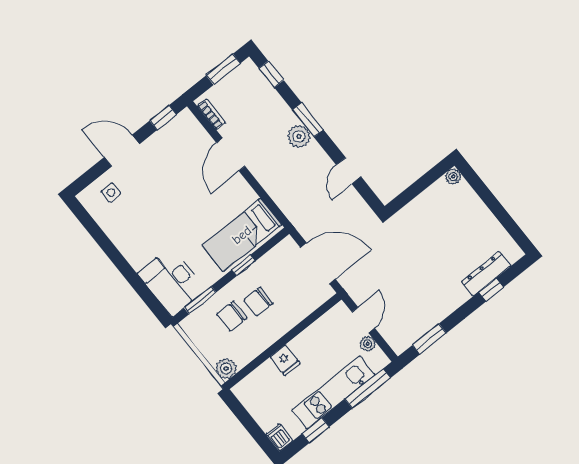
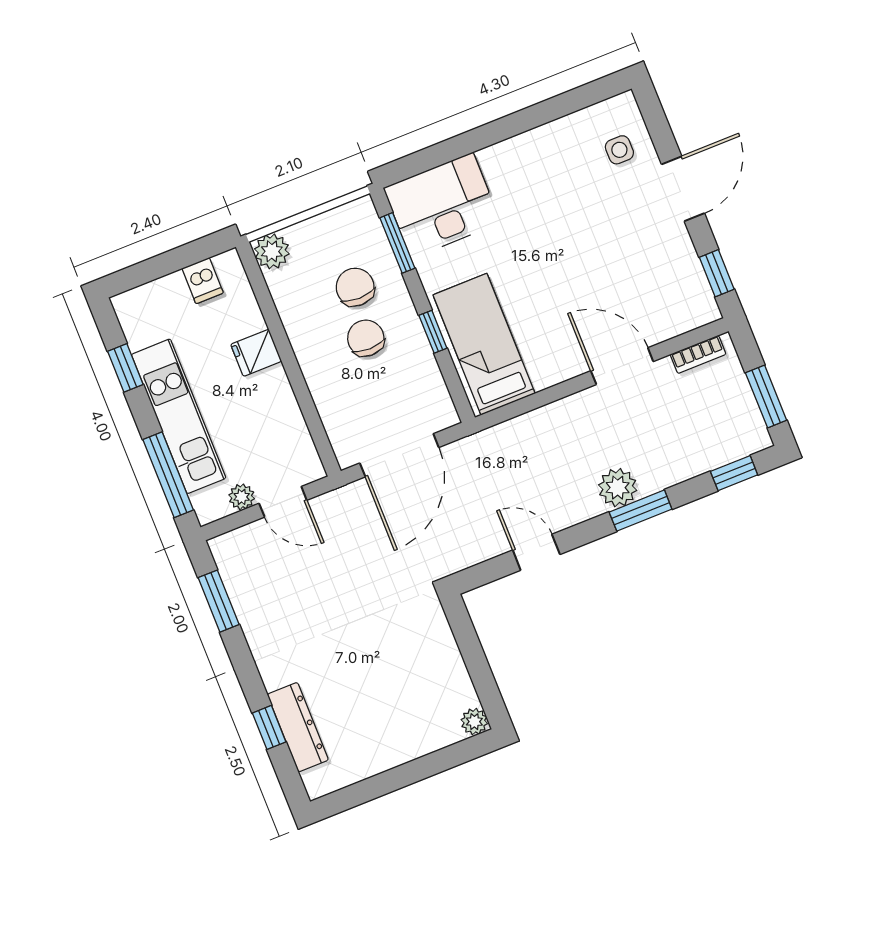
dishwasher: (279, 437) -> (203, 281), moved, turned 90

